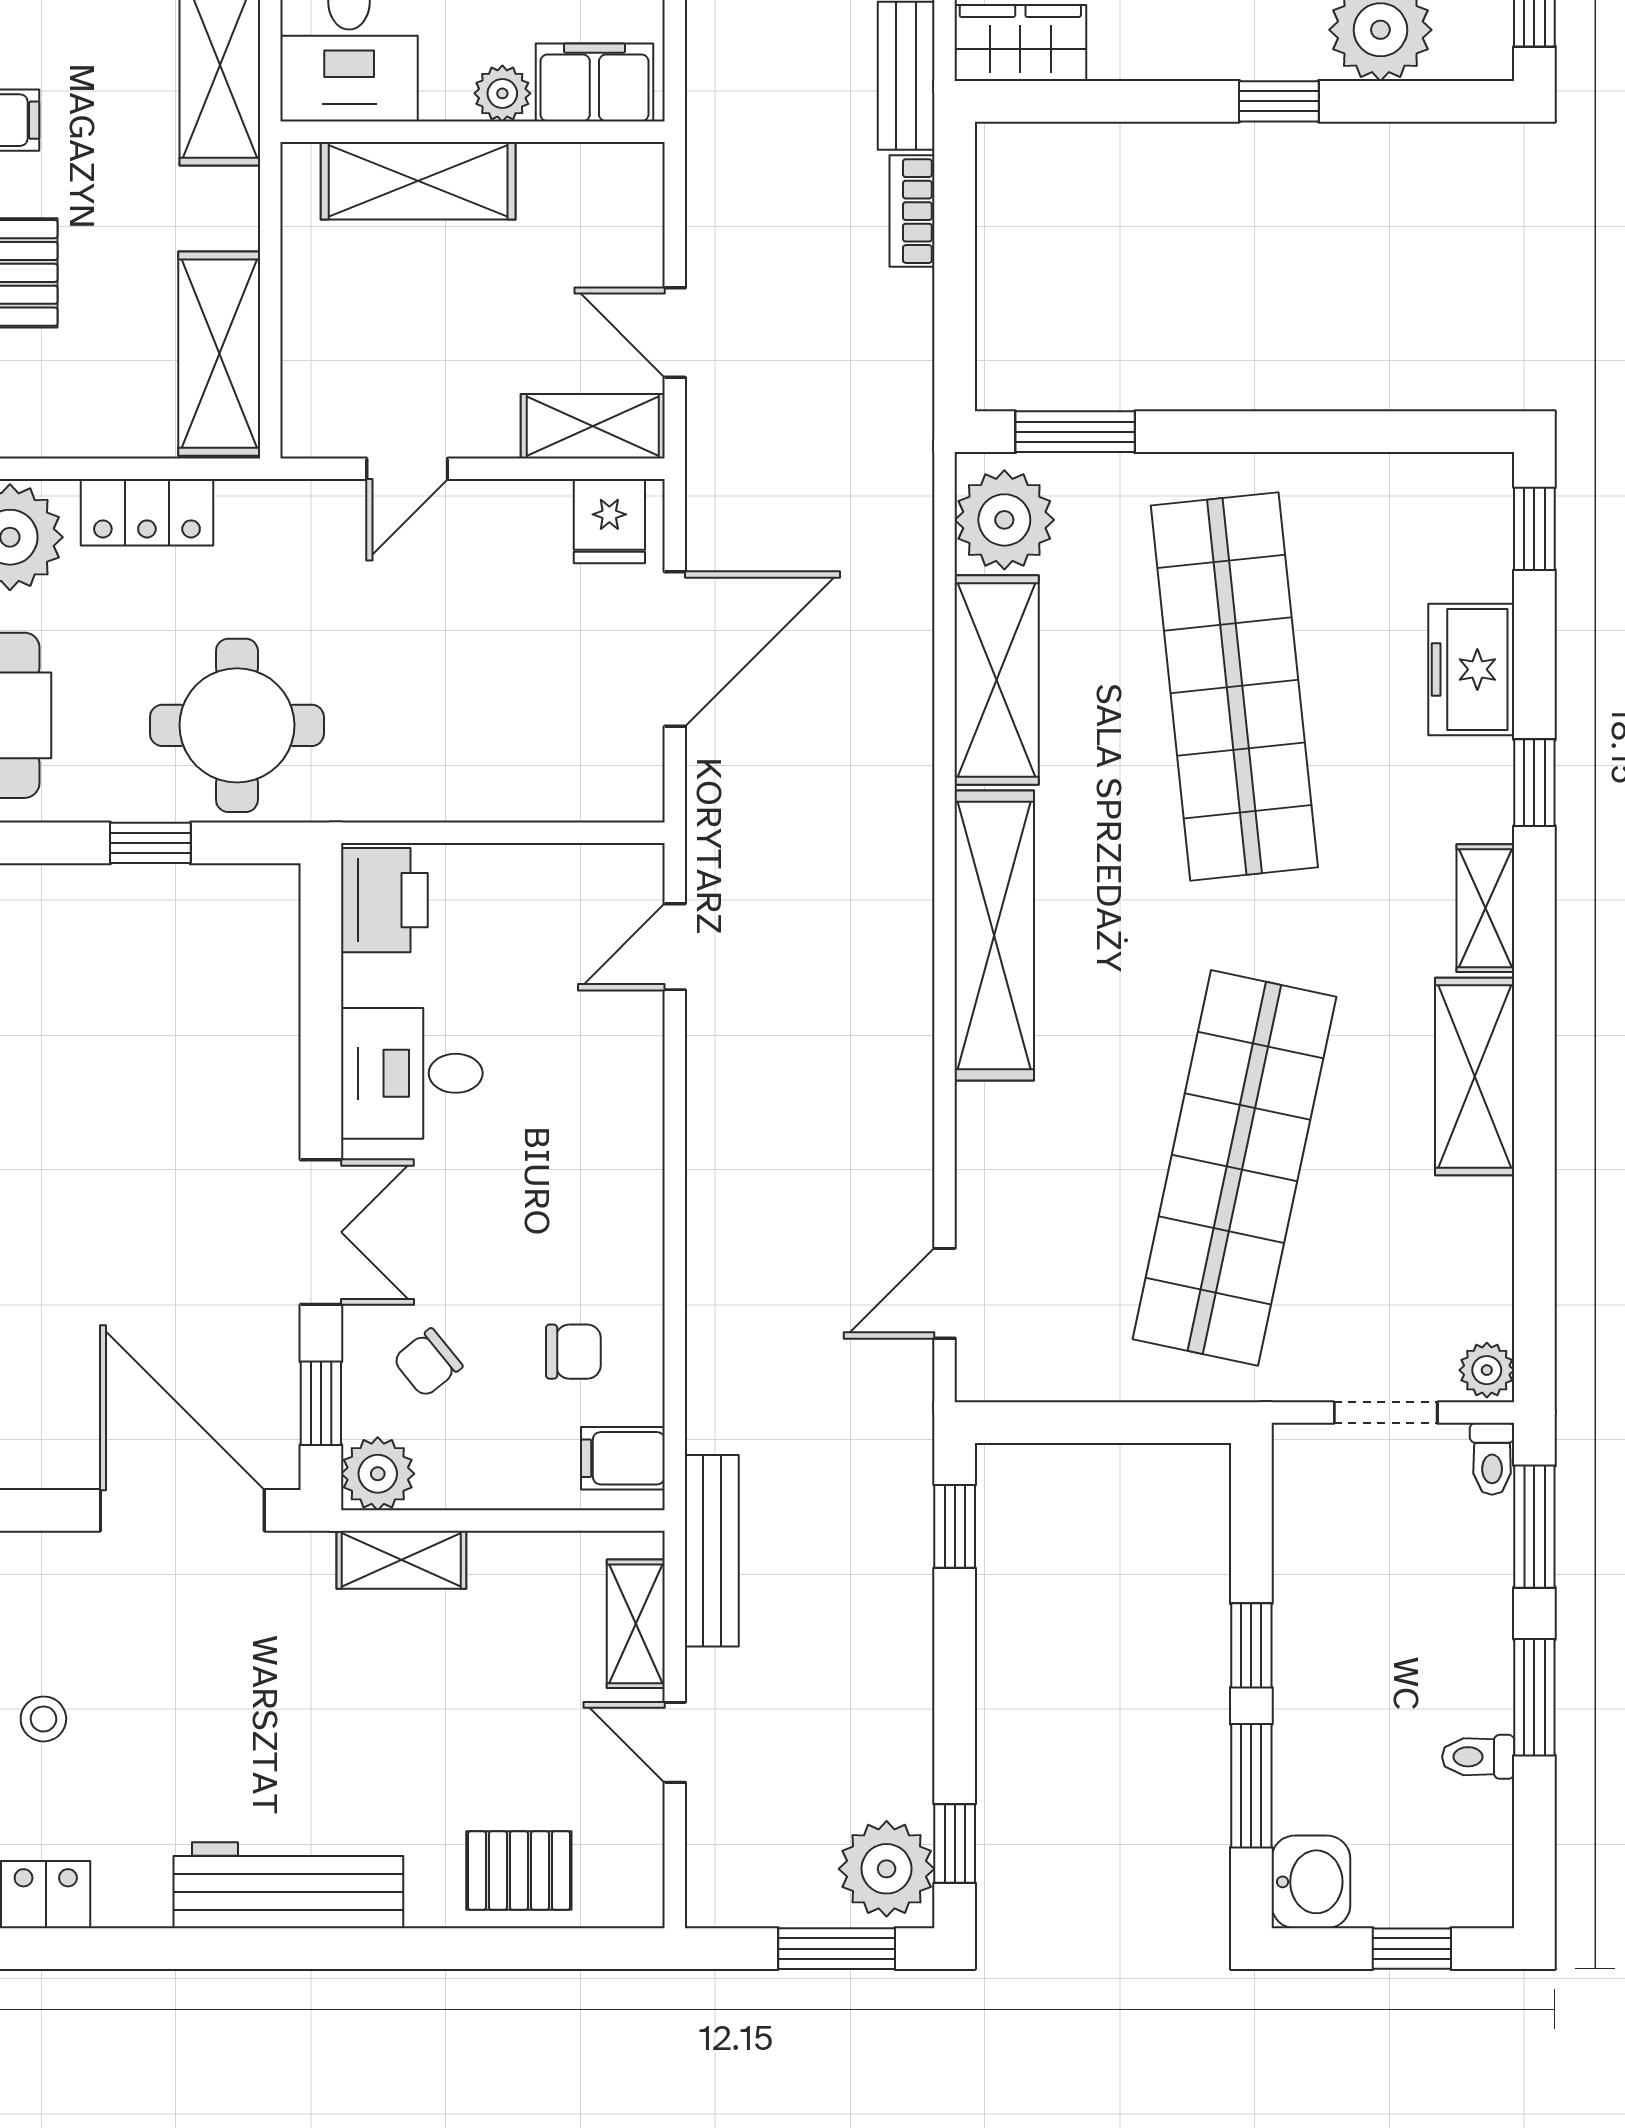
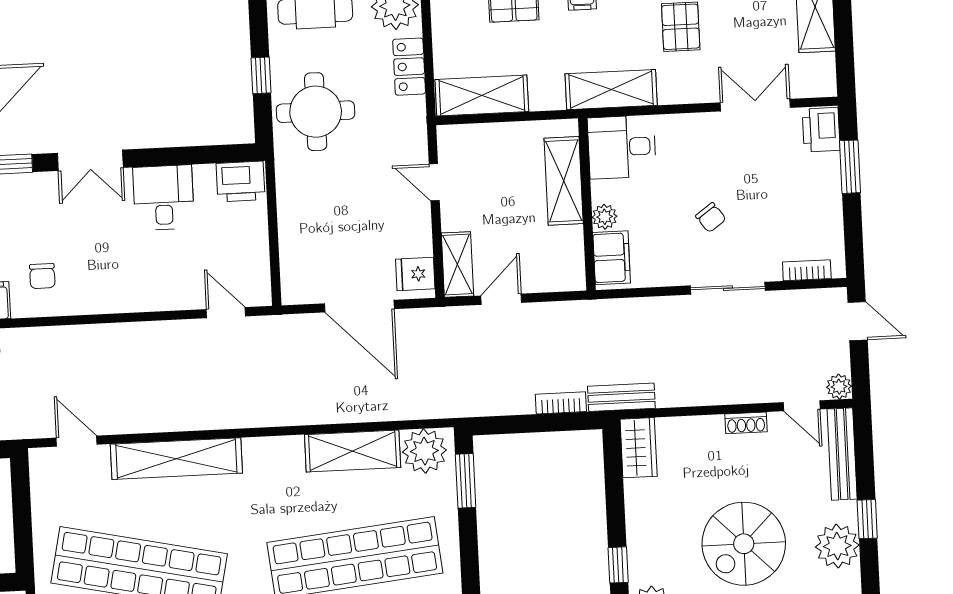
shelving: (994, 936) -> (176, 459), moved
chair: (428, 1363) -> (34, 211), removed

